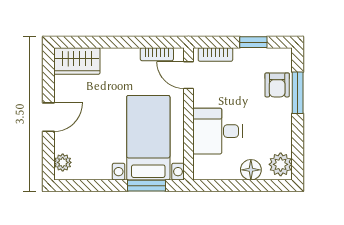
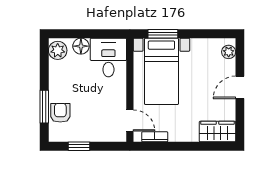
bookcase: (215, 55) -> (109, 137), removed
desk: (218, 131) -> (108, 58), moved, turned -90

